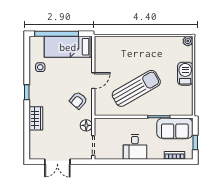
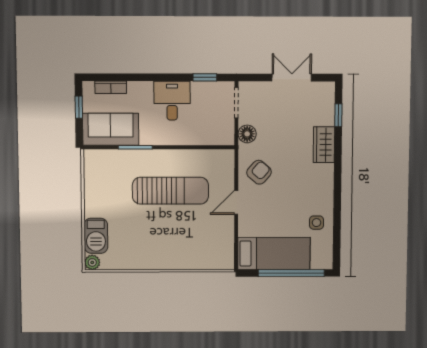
barbecue: (185, 74) -> (96, 236), moved
sun lounger: (136, 88) -> (170, 191), turned -150
window: (27, 92) -> (338, 115), moved
window: (114, 162) -> (205, 77), added

